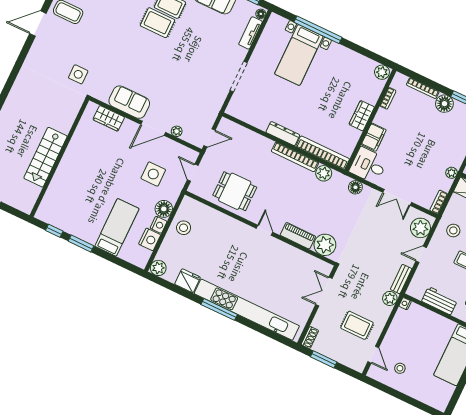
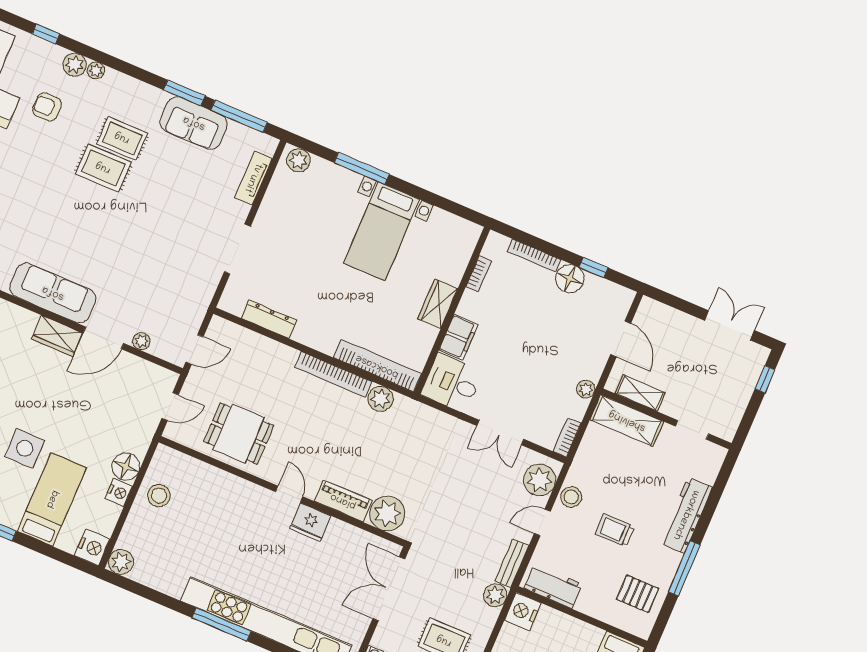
floor lamp: (261, 14) -> (269, 147), removed
window: (318, 30) -> (362, 169), width x0.68
bed with nightstands: (299, 55) -> (382, 231), moved
plant: (382, 72) -> (298, 160), moved
sofa: (129, 102) -> (53, 293), width x1.36
wardrobe: (109, 118) -> (57, 336), moved
dresser: (283, 134) -> (269, 319), moved
door: (193, 173) -> (170, 407), swing flipped
side table: (153, 174) -> (25, 448), moved
floor lamp: (355, 187) -> (432, 419), removed
stool: (453, 230) -> (571, 497), moved
nightstand: (150, 239) -> (92, 547), moved
fridge: (188, 281) -> (310, 522), moved, turned 180
double door: (324, 292) -> (389, 589), width x1.37
workbench: (440, 301) -> (553, 586), moved
nightstand: (405, 304) -> (523, 612), width x1.89, depth x1.79

